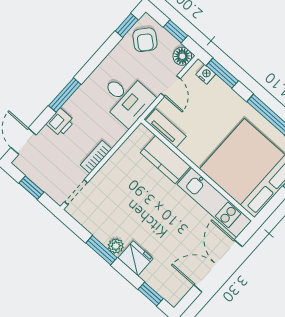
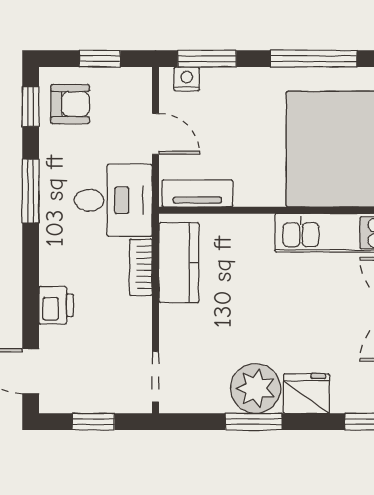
armchair: (145, 40) -> (70, 104), turned -40
floor lamp: (182, 56) -> (137, 83), removed
window: (65, 95) -> (31, 191), moved
bookcase: (96, 157) -> (141, 267), moved
kitchen counter: (165, 160) -> (179, 263), moved, turned -90
plant: (116, 246) -> (256, 388), width x1.88, depth x1.88

